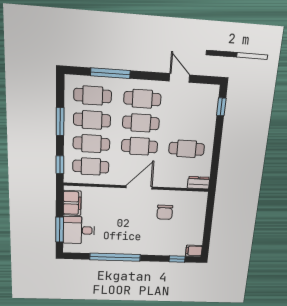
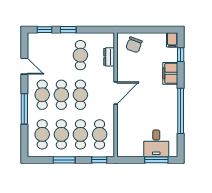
window: (110, 73) -> (24, 109), moved
door: (179, 78) -> (24, 66), swing flipped
window: (218, 136) -> (68, 30), added
dresser: (199, 183) -> (109, 57), moved
door: (139, 187) -> (116, 93), swing flipped
filing cabinet: (72, 203) -> (170, 73), moved, turned -90
chair: (165, 212) -> (134, 45), moved, turned 110

